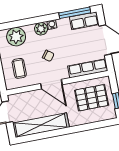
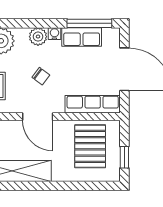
row of seats: (84, 21) -> (82, 37), moved
pallet: (92, 98) -> (90, 146), turned 90

